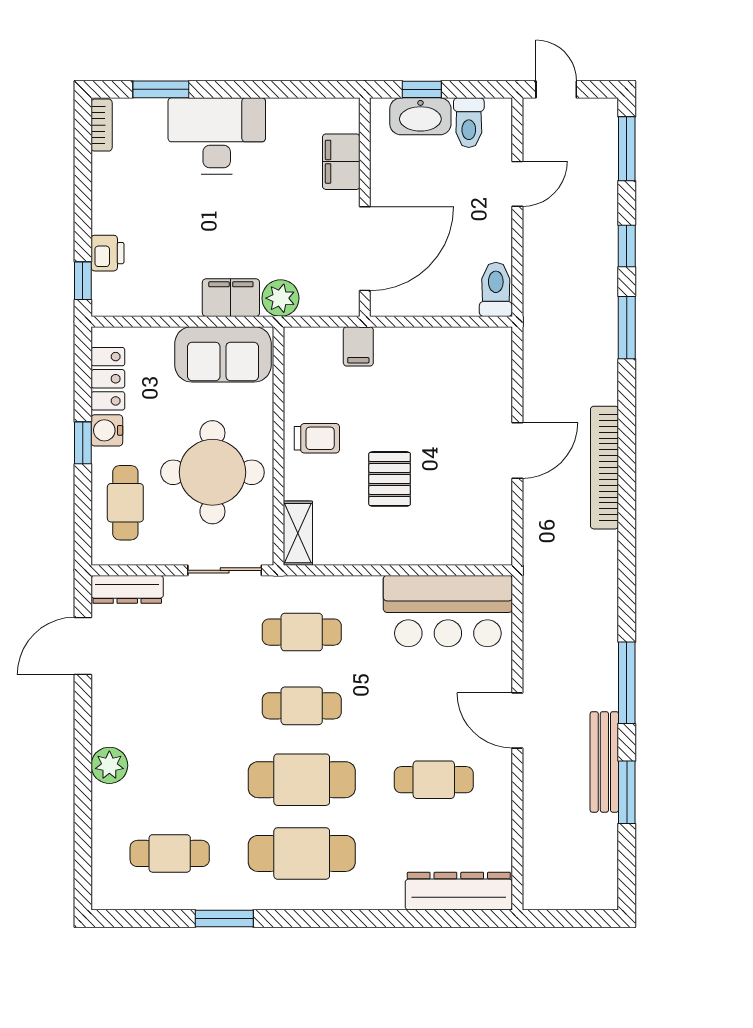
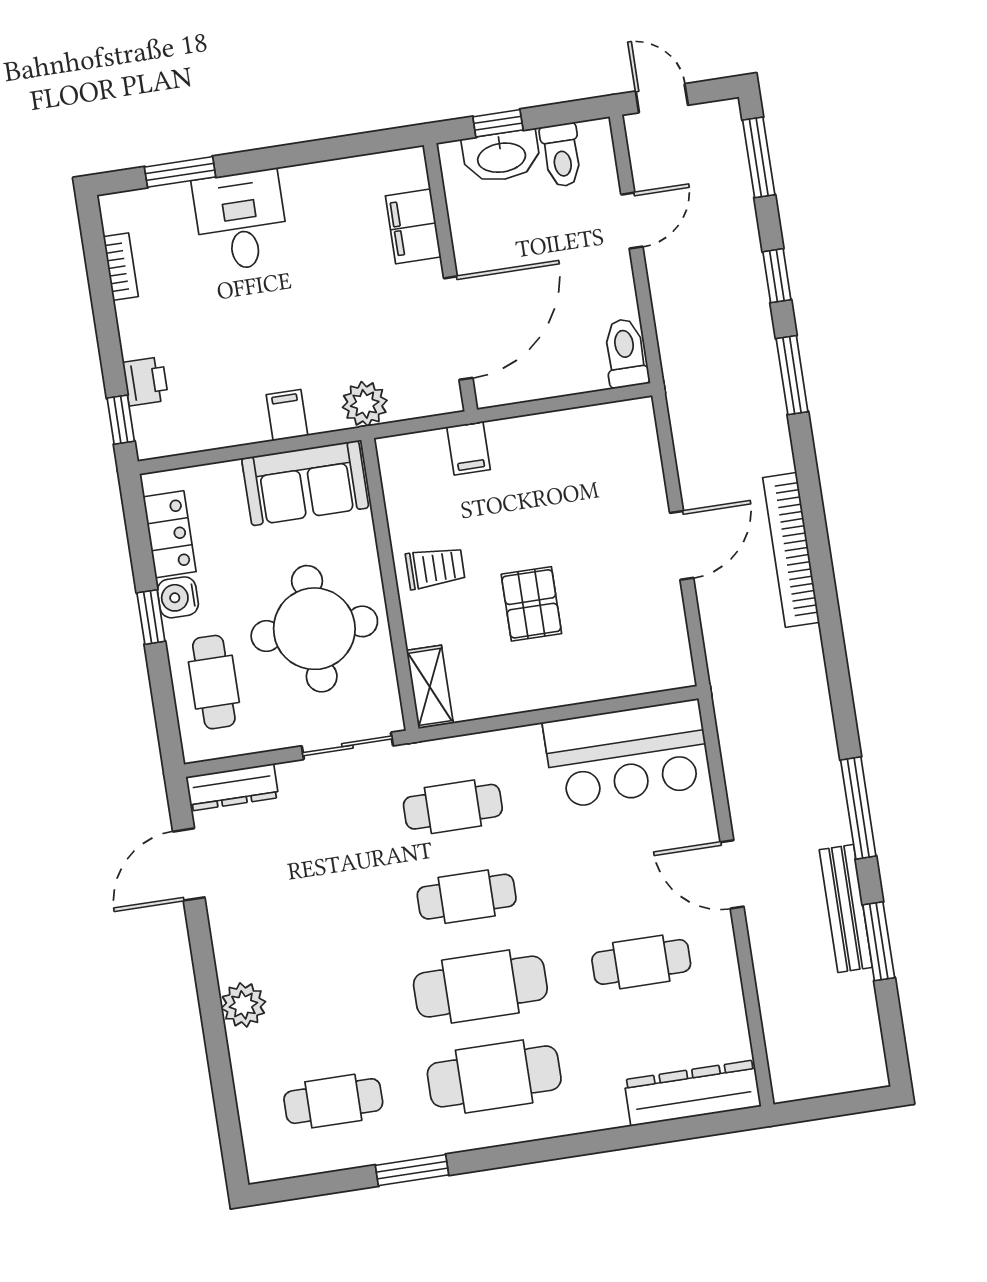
bookcase: (102, 125) -> (121, 267), moved
desk: (217, 136) -> (241, 221), width x0.73
filing cabinet: (231, 298) -> (287, 415), width x0.50

